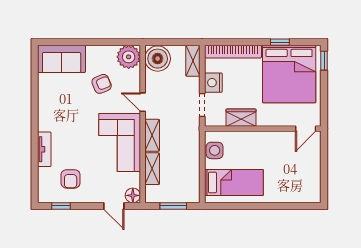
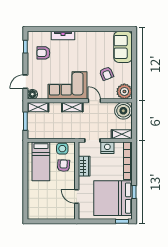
door: (143, 102) -> (94, 101), hinge flipped
door: (306, 129) -> (77, 197), moved
armchair: (240, 148) -> (64, 166), added
shelving: (152, 169) -> (38, 107), moved

